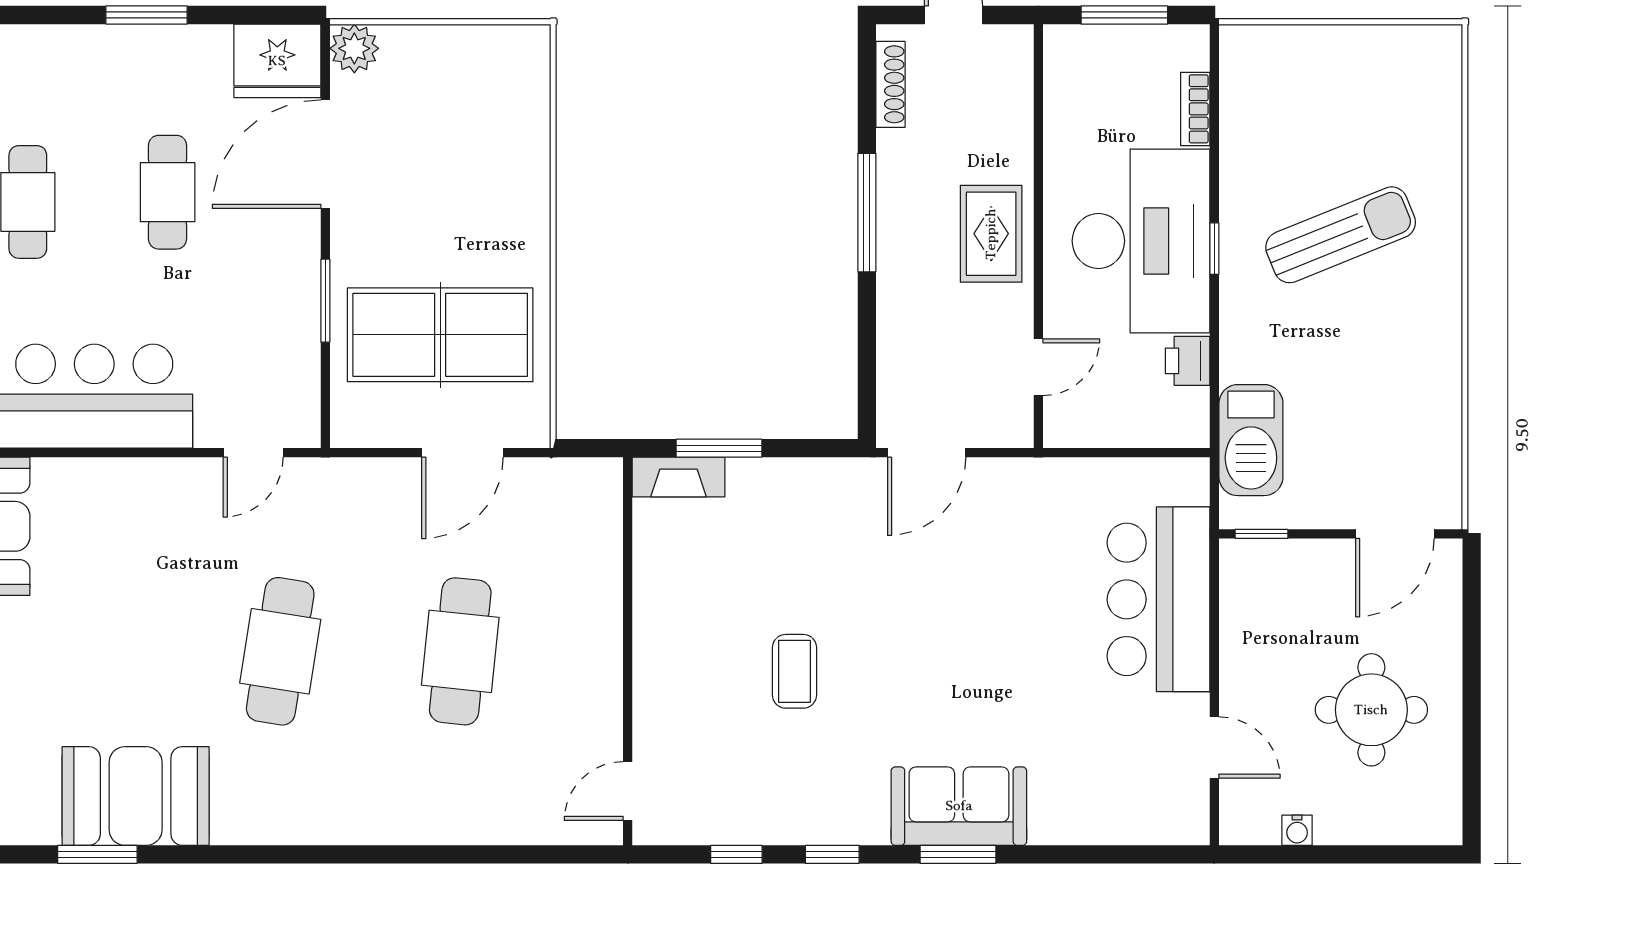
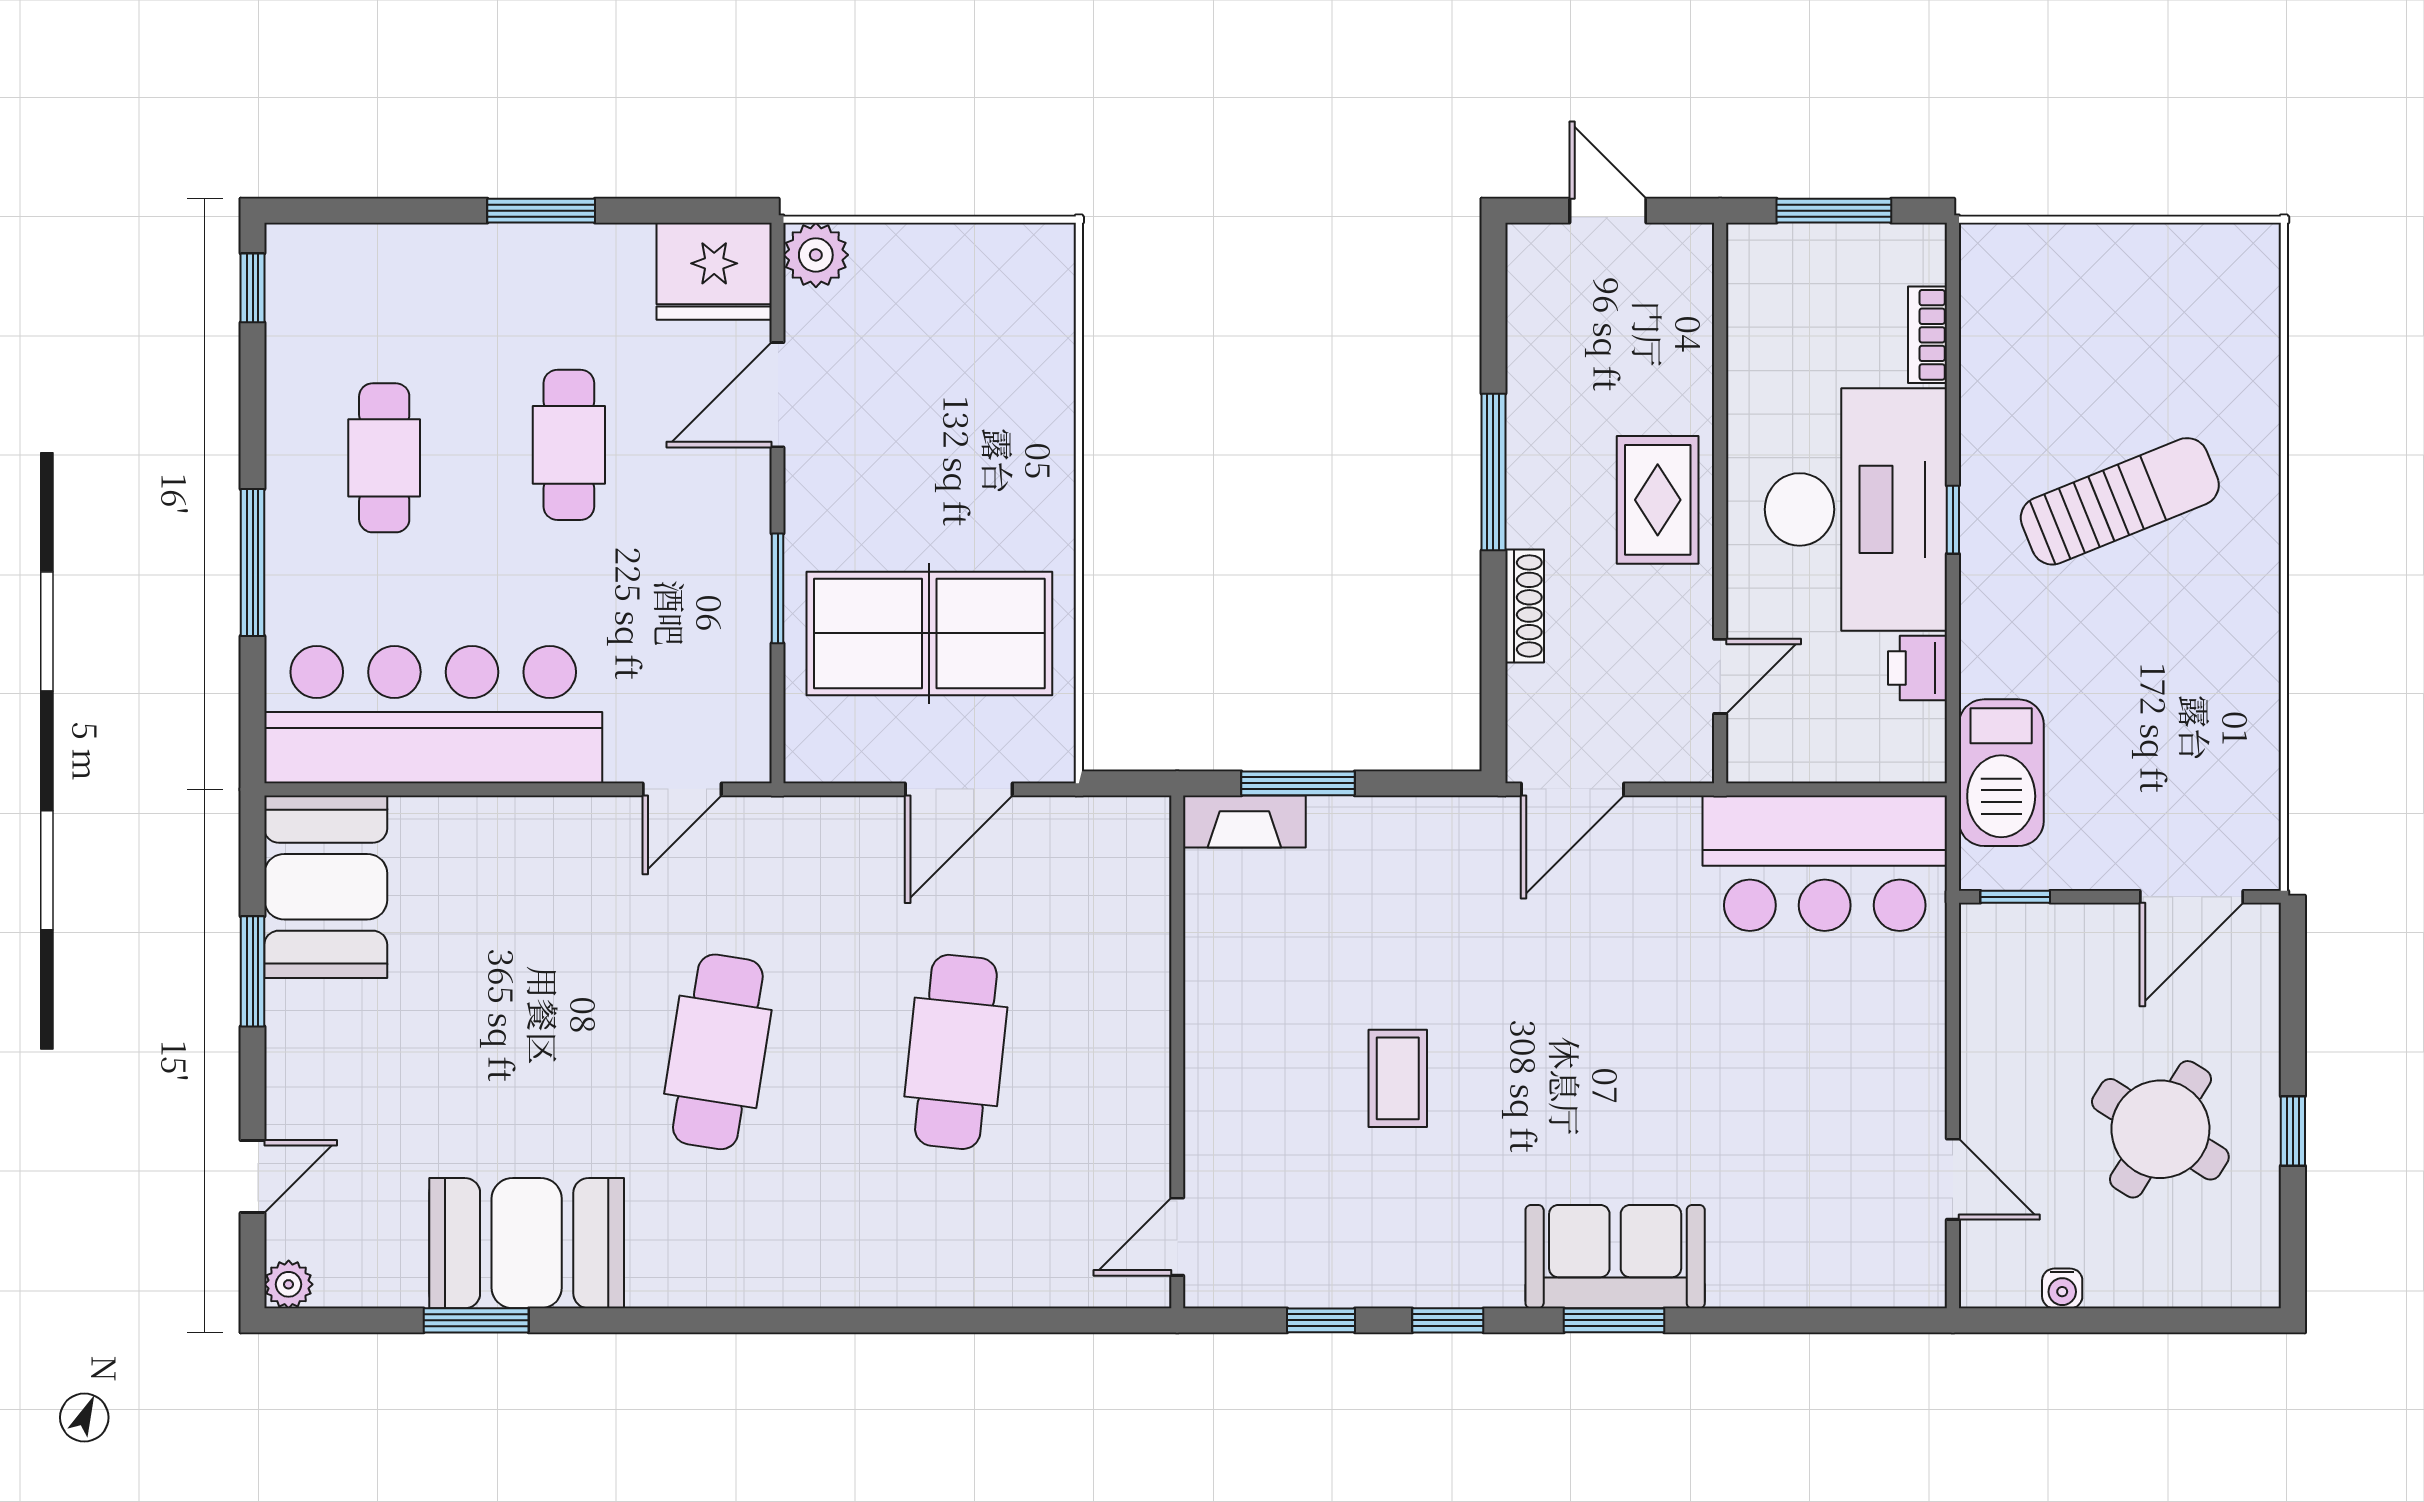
shoe rack: (890, 84) -> (1525, 606), moved
door: (325, 154) -> (778, 395), width x0.73
bar counter: (1158, 599) -> (1825, 863), moved, turned -90
round table: (1371, 710) -> (2160, 1129), turned 32
window: (1472, 711) -> (2293, 1131), added

